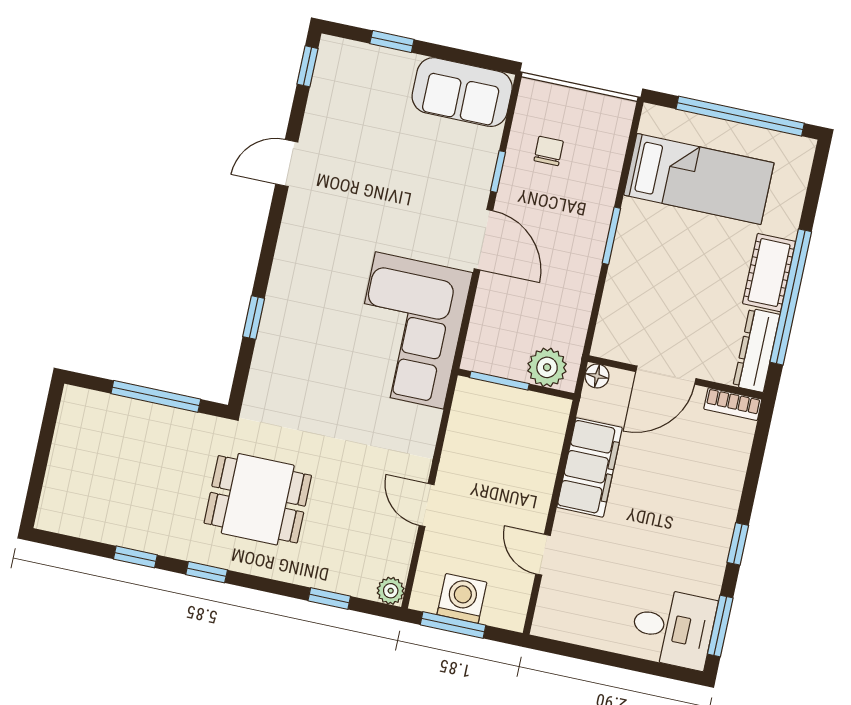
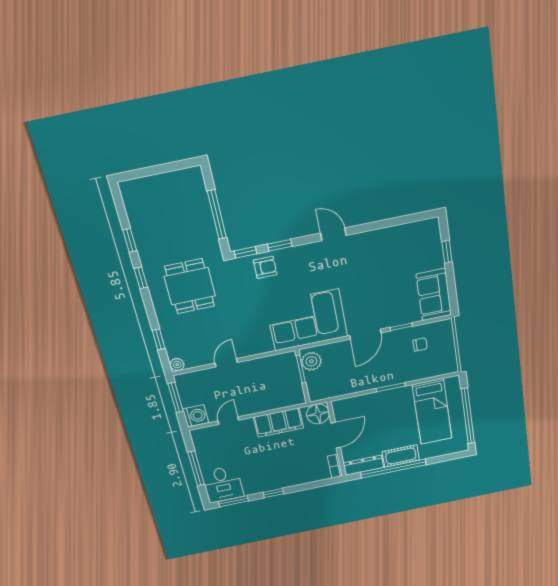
window: (308, 66) -> (245, 252), moved
door: (287, 163) -> (333, 234), moved
armchair: (281, 359) -> (265, 267), added
plant: (547, 367) -> (311, 361), moved
door: (666, 375) -> (336, 435), swing flipped
floor lamp: (597, 376) -> (318, 414), width x1.89, depth x1.89
washing machine: (462, 598) -> (196, 416), moved
window: (615, 660) -> (196, 468), added

